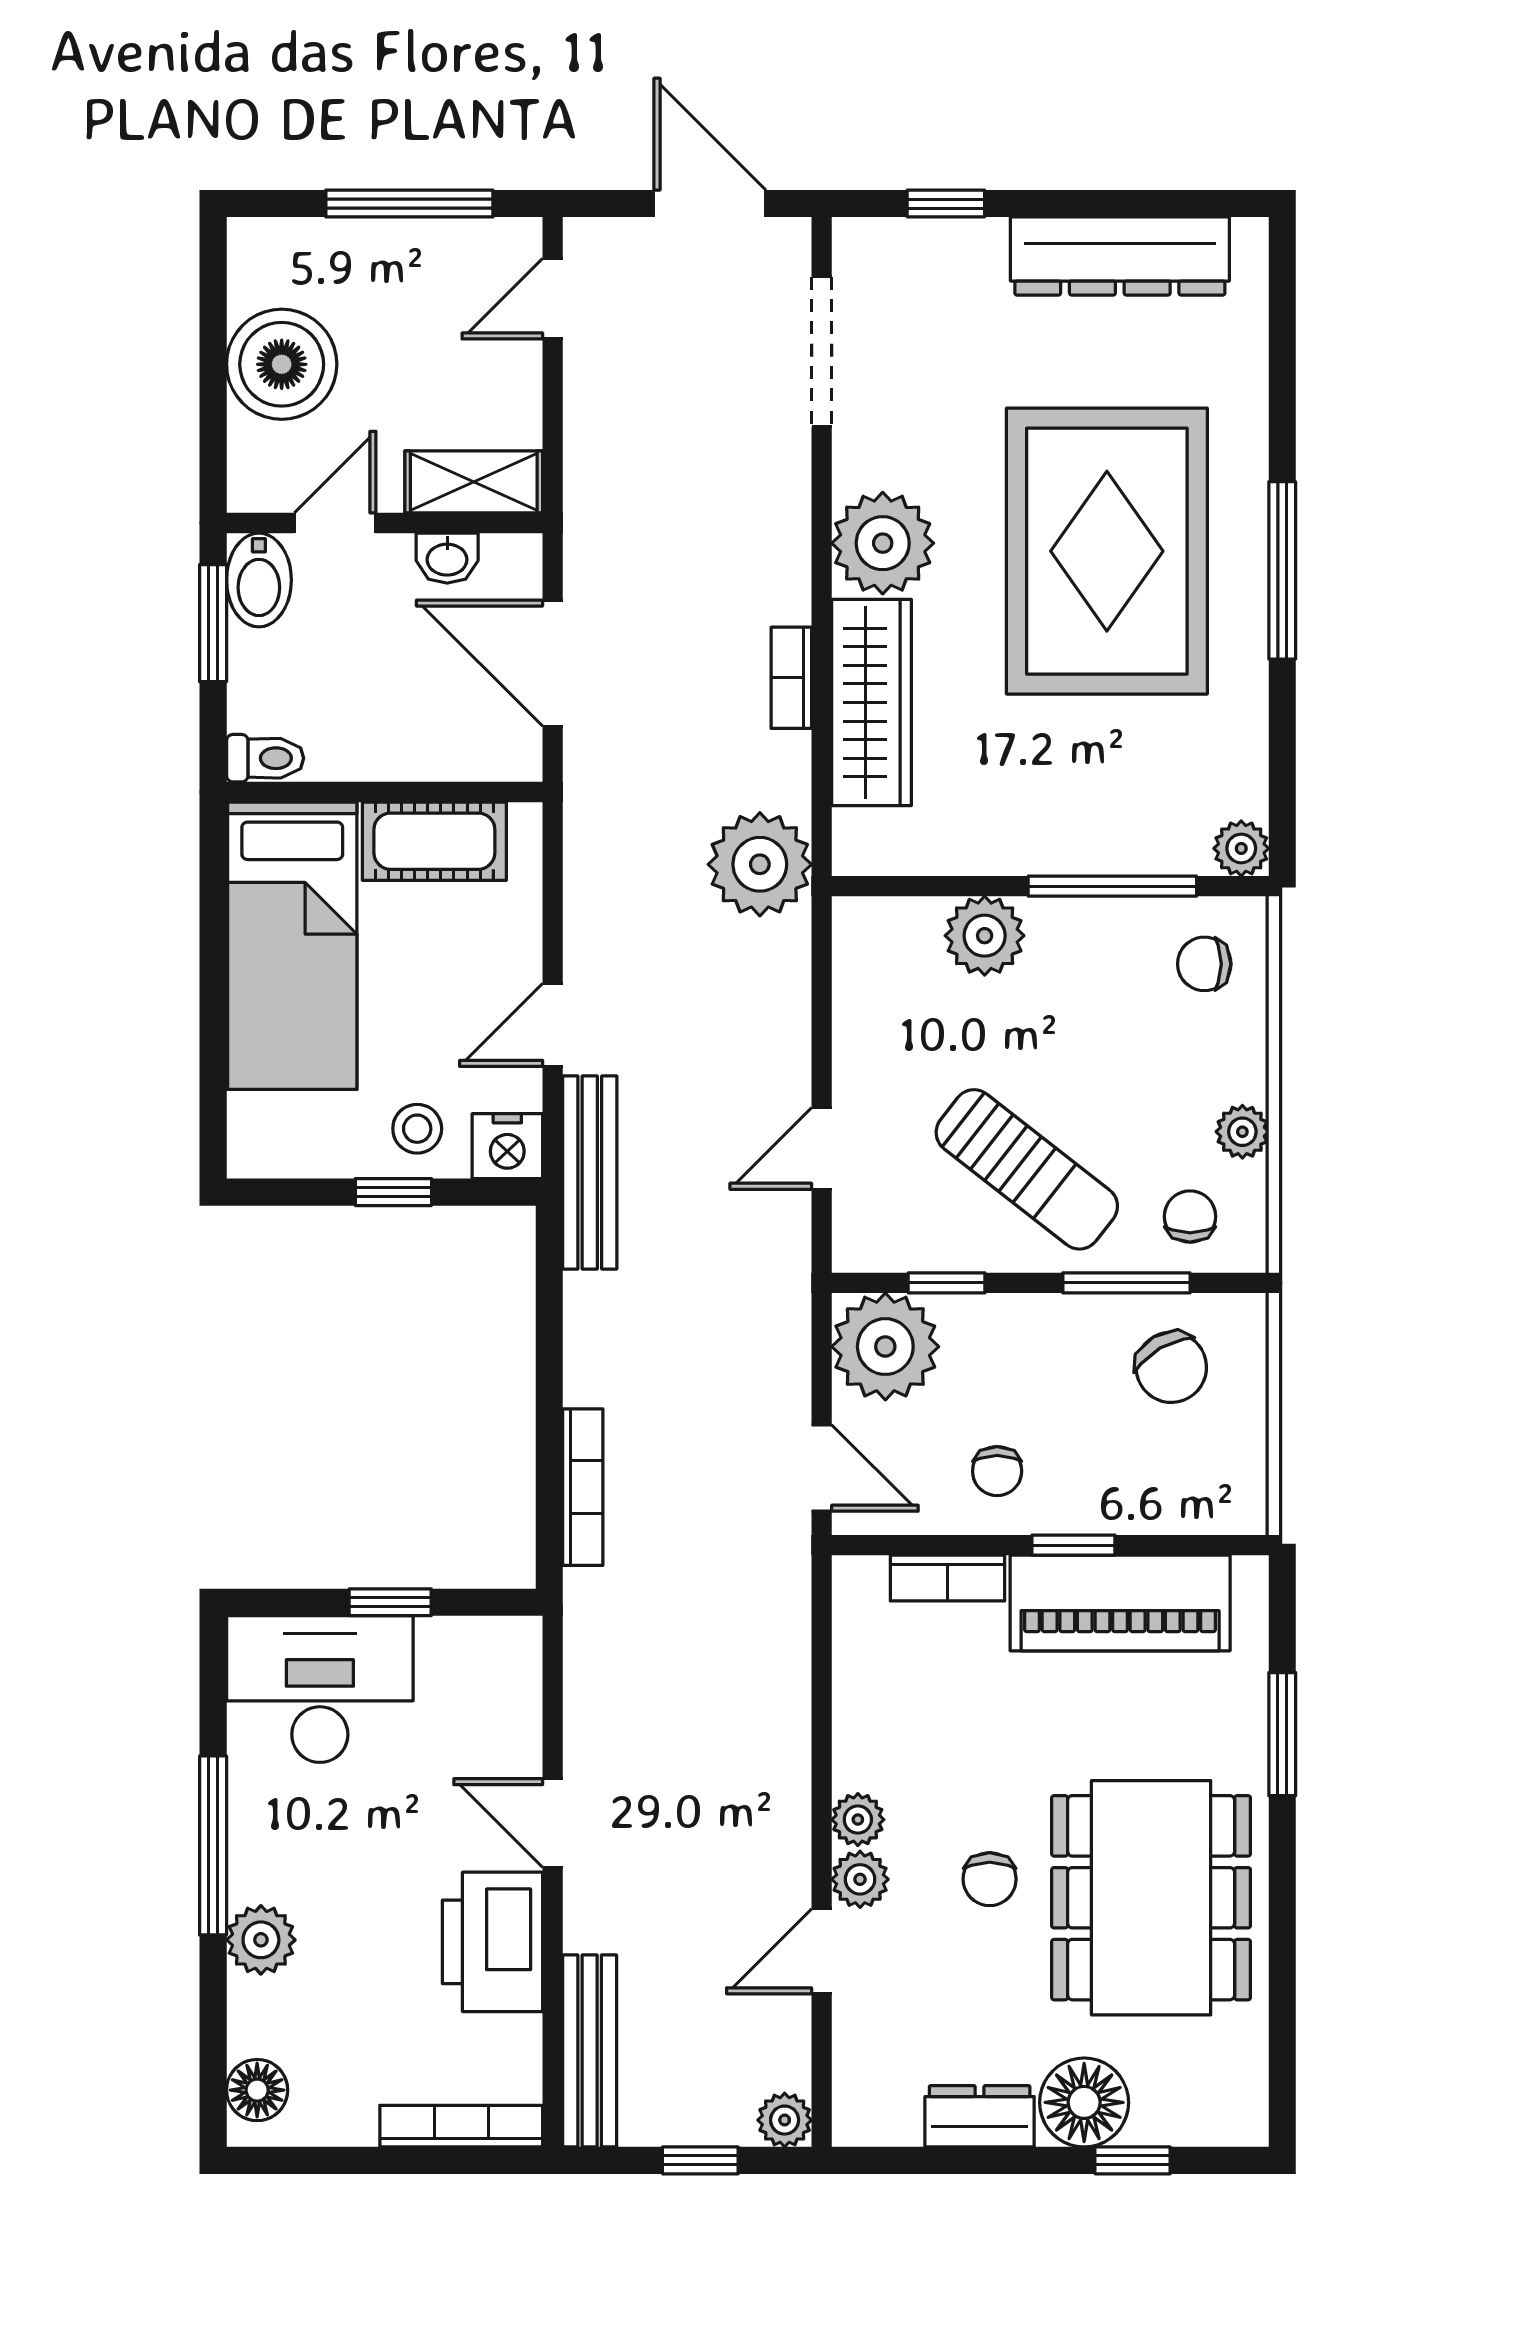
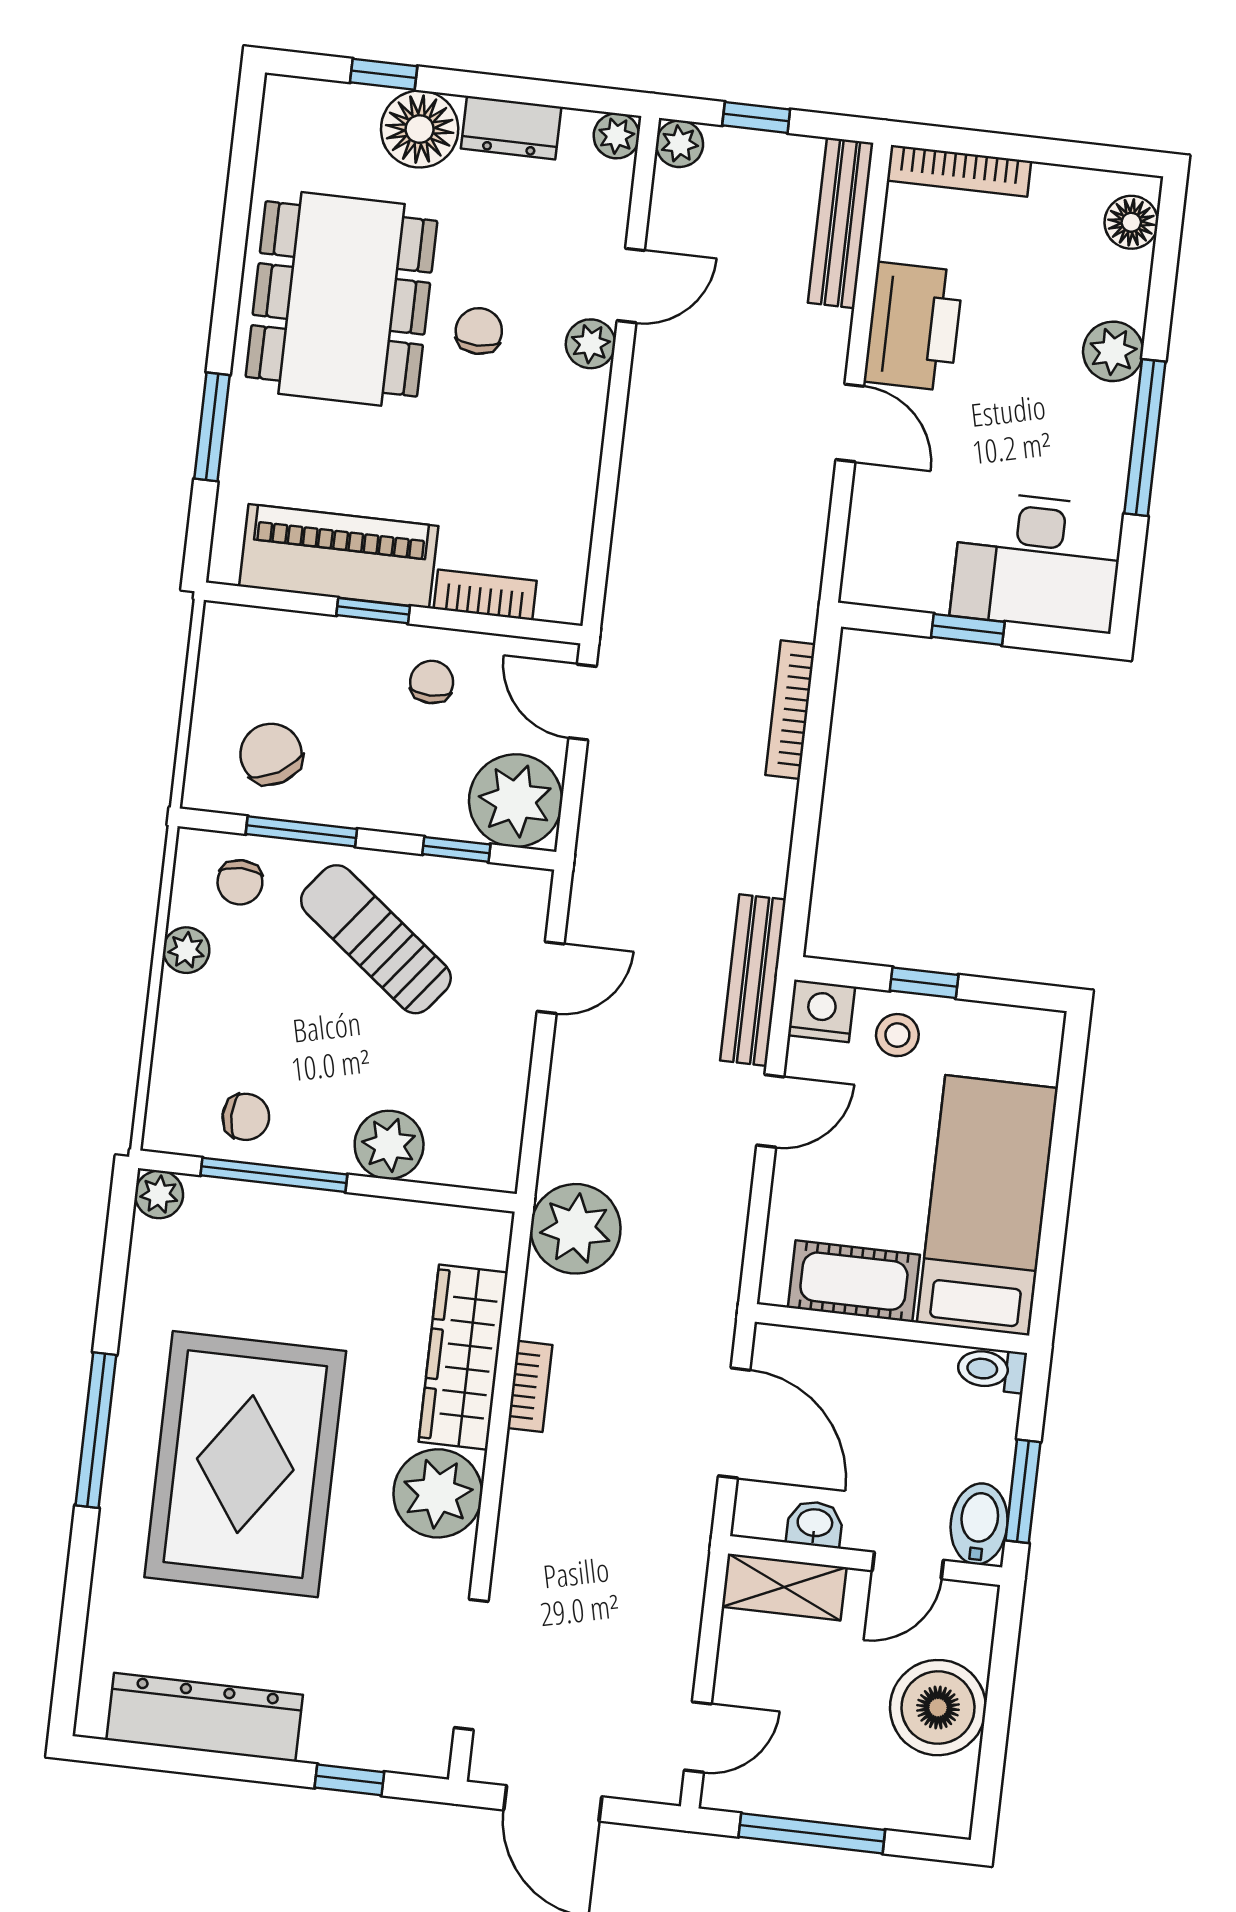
chair: (1204, 964) -> (246, 1117), moved
plant: (858, 1820) -> (616, 136), moved

